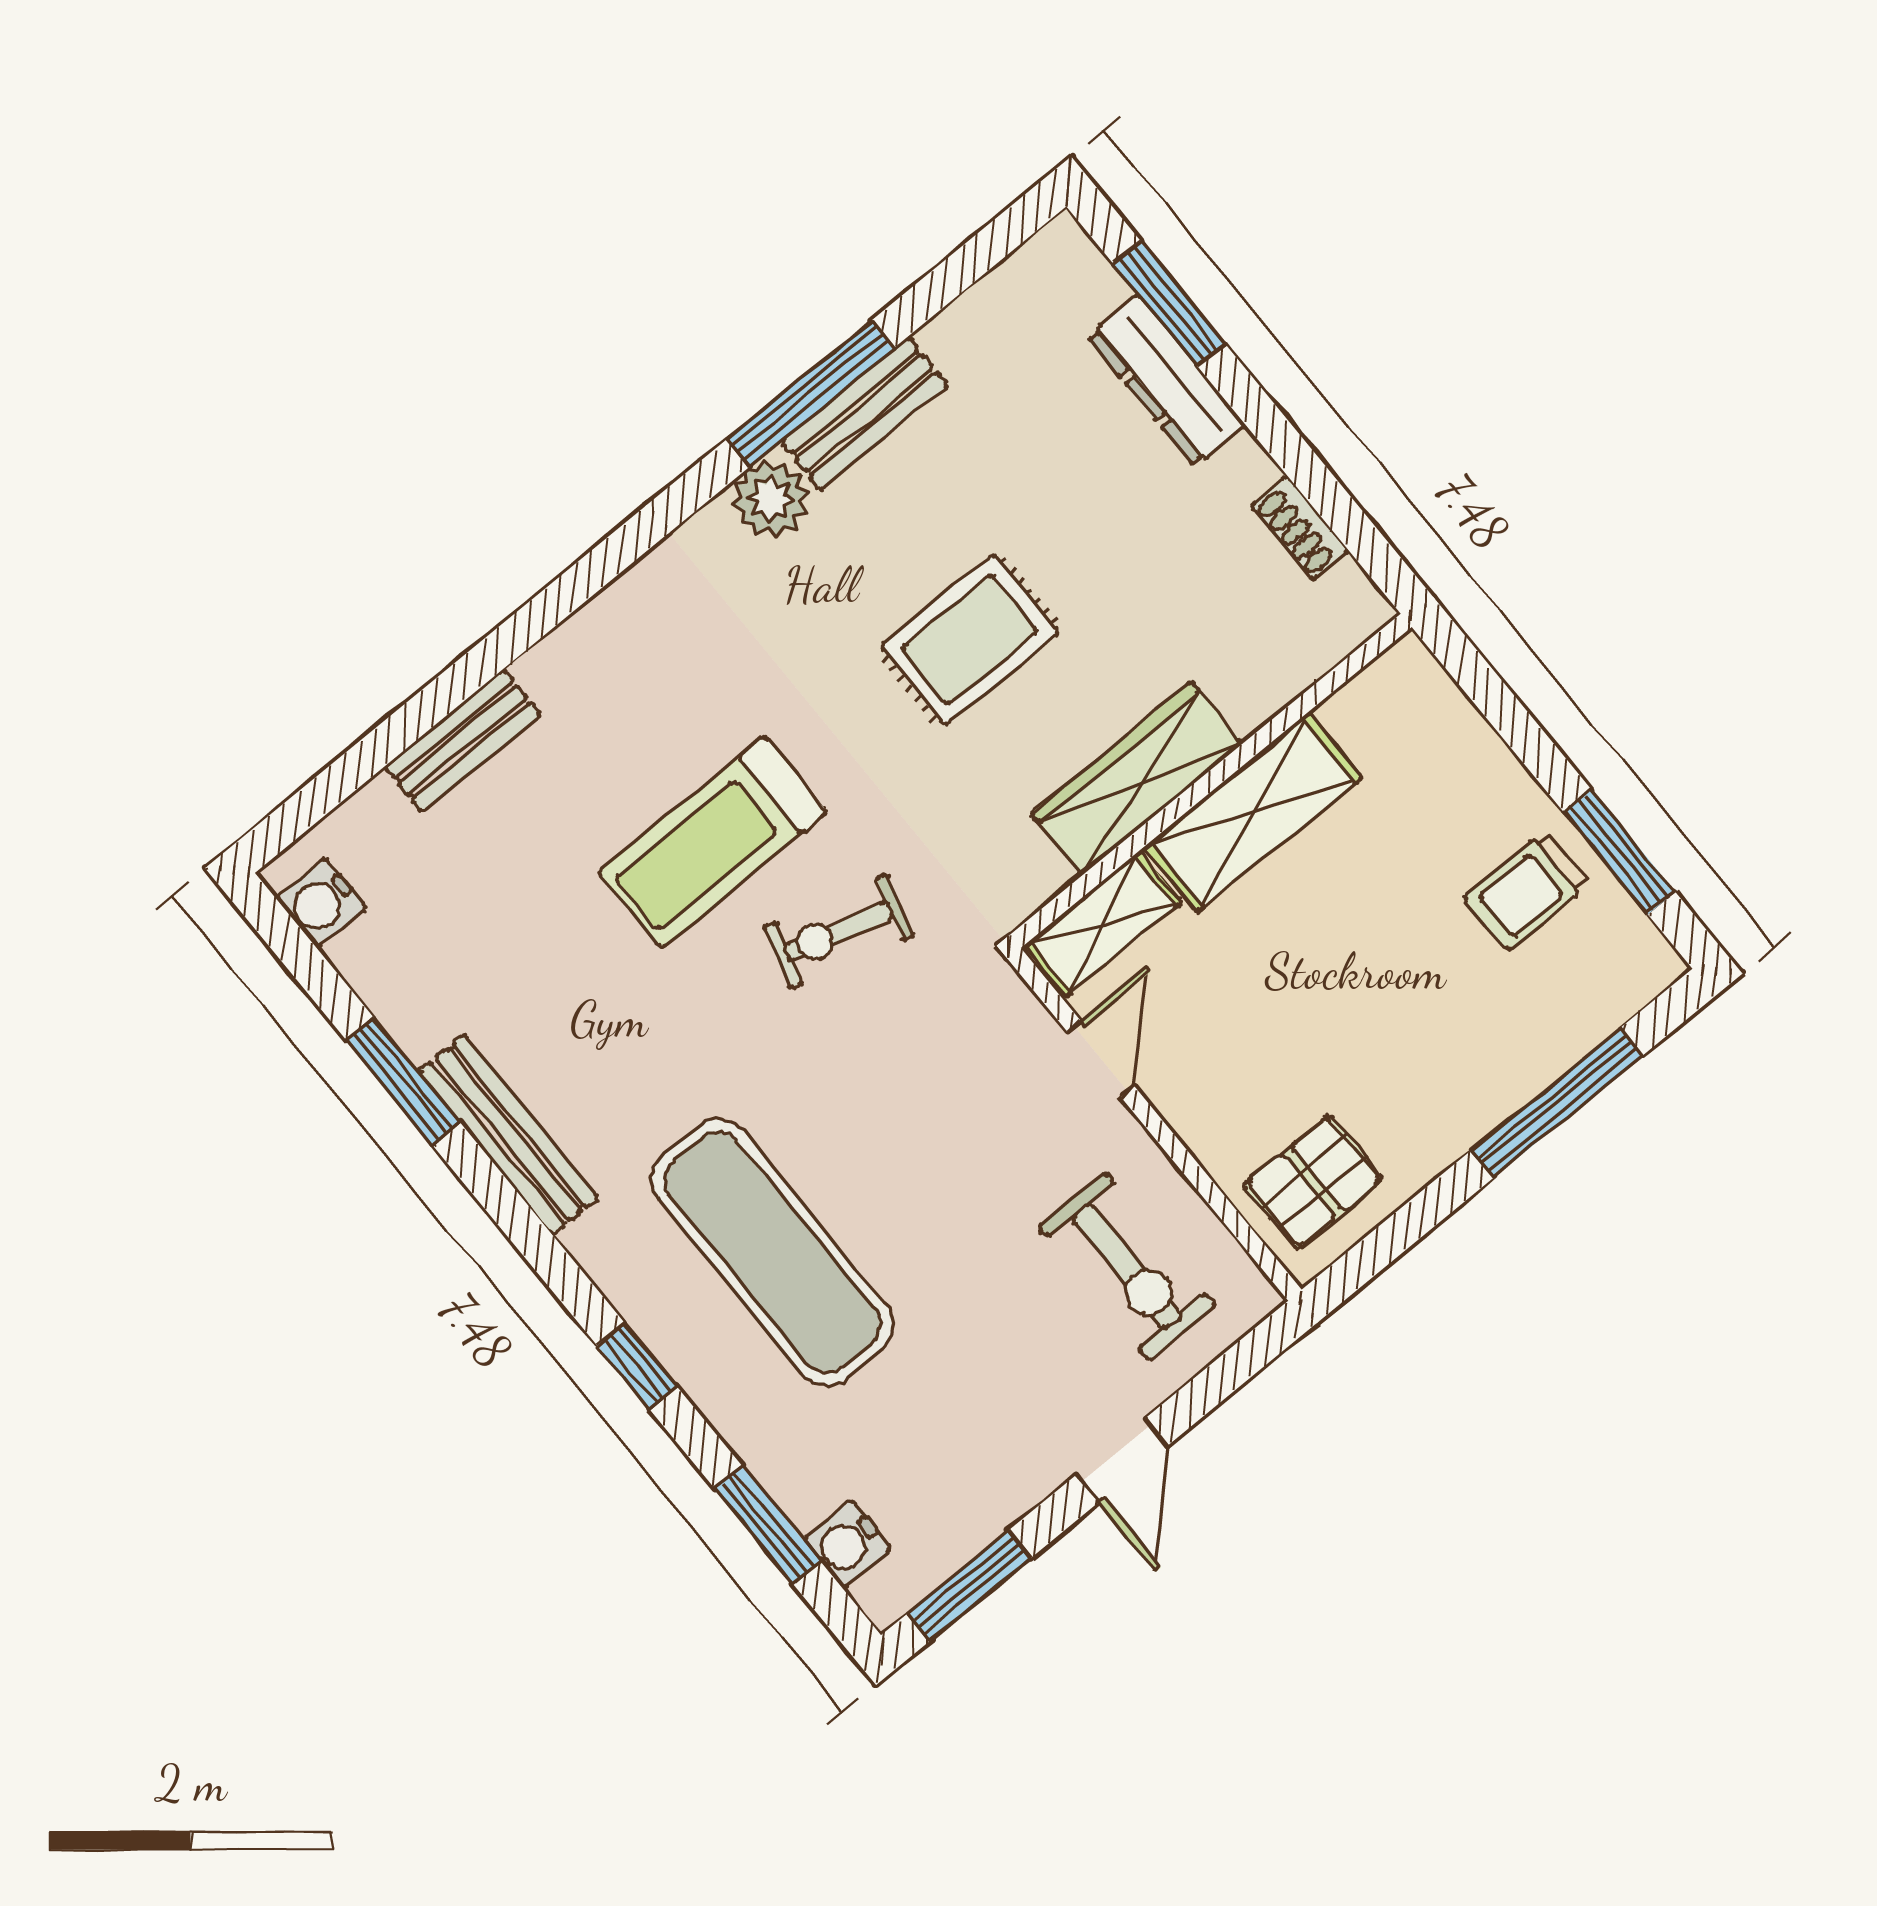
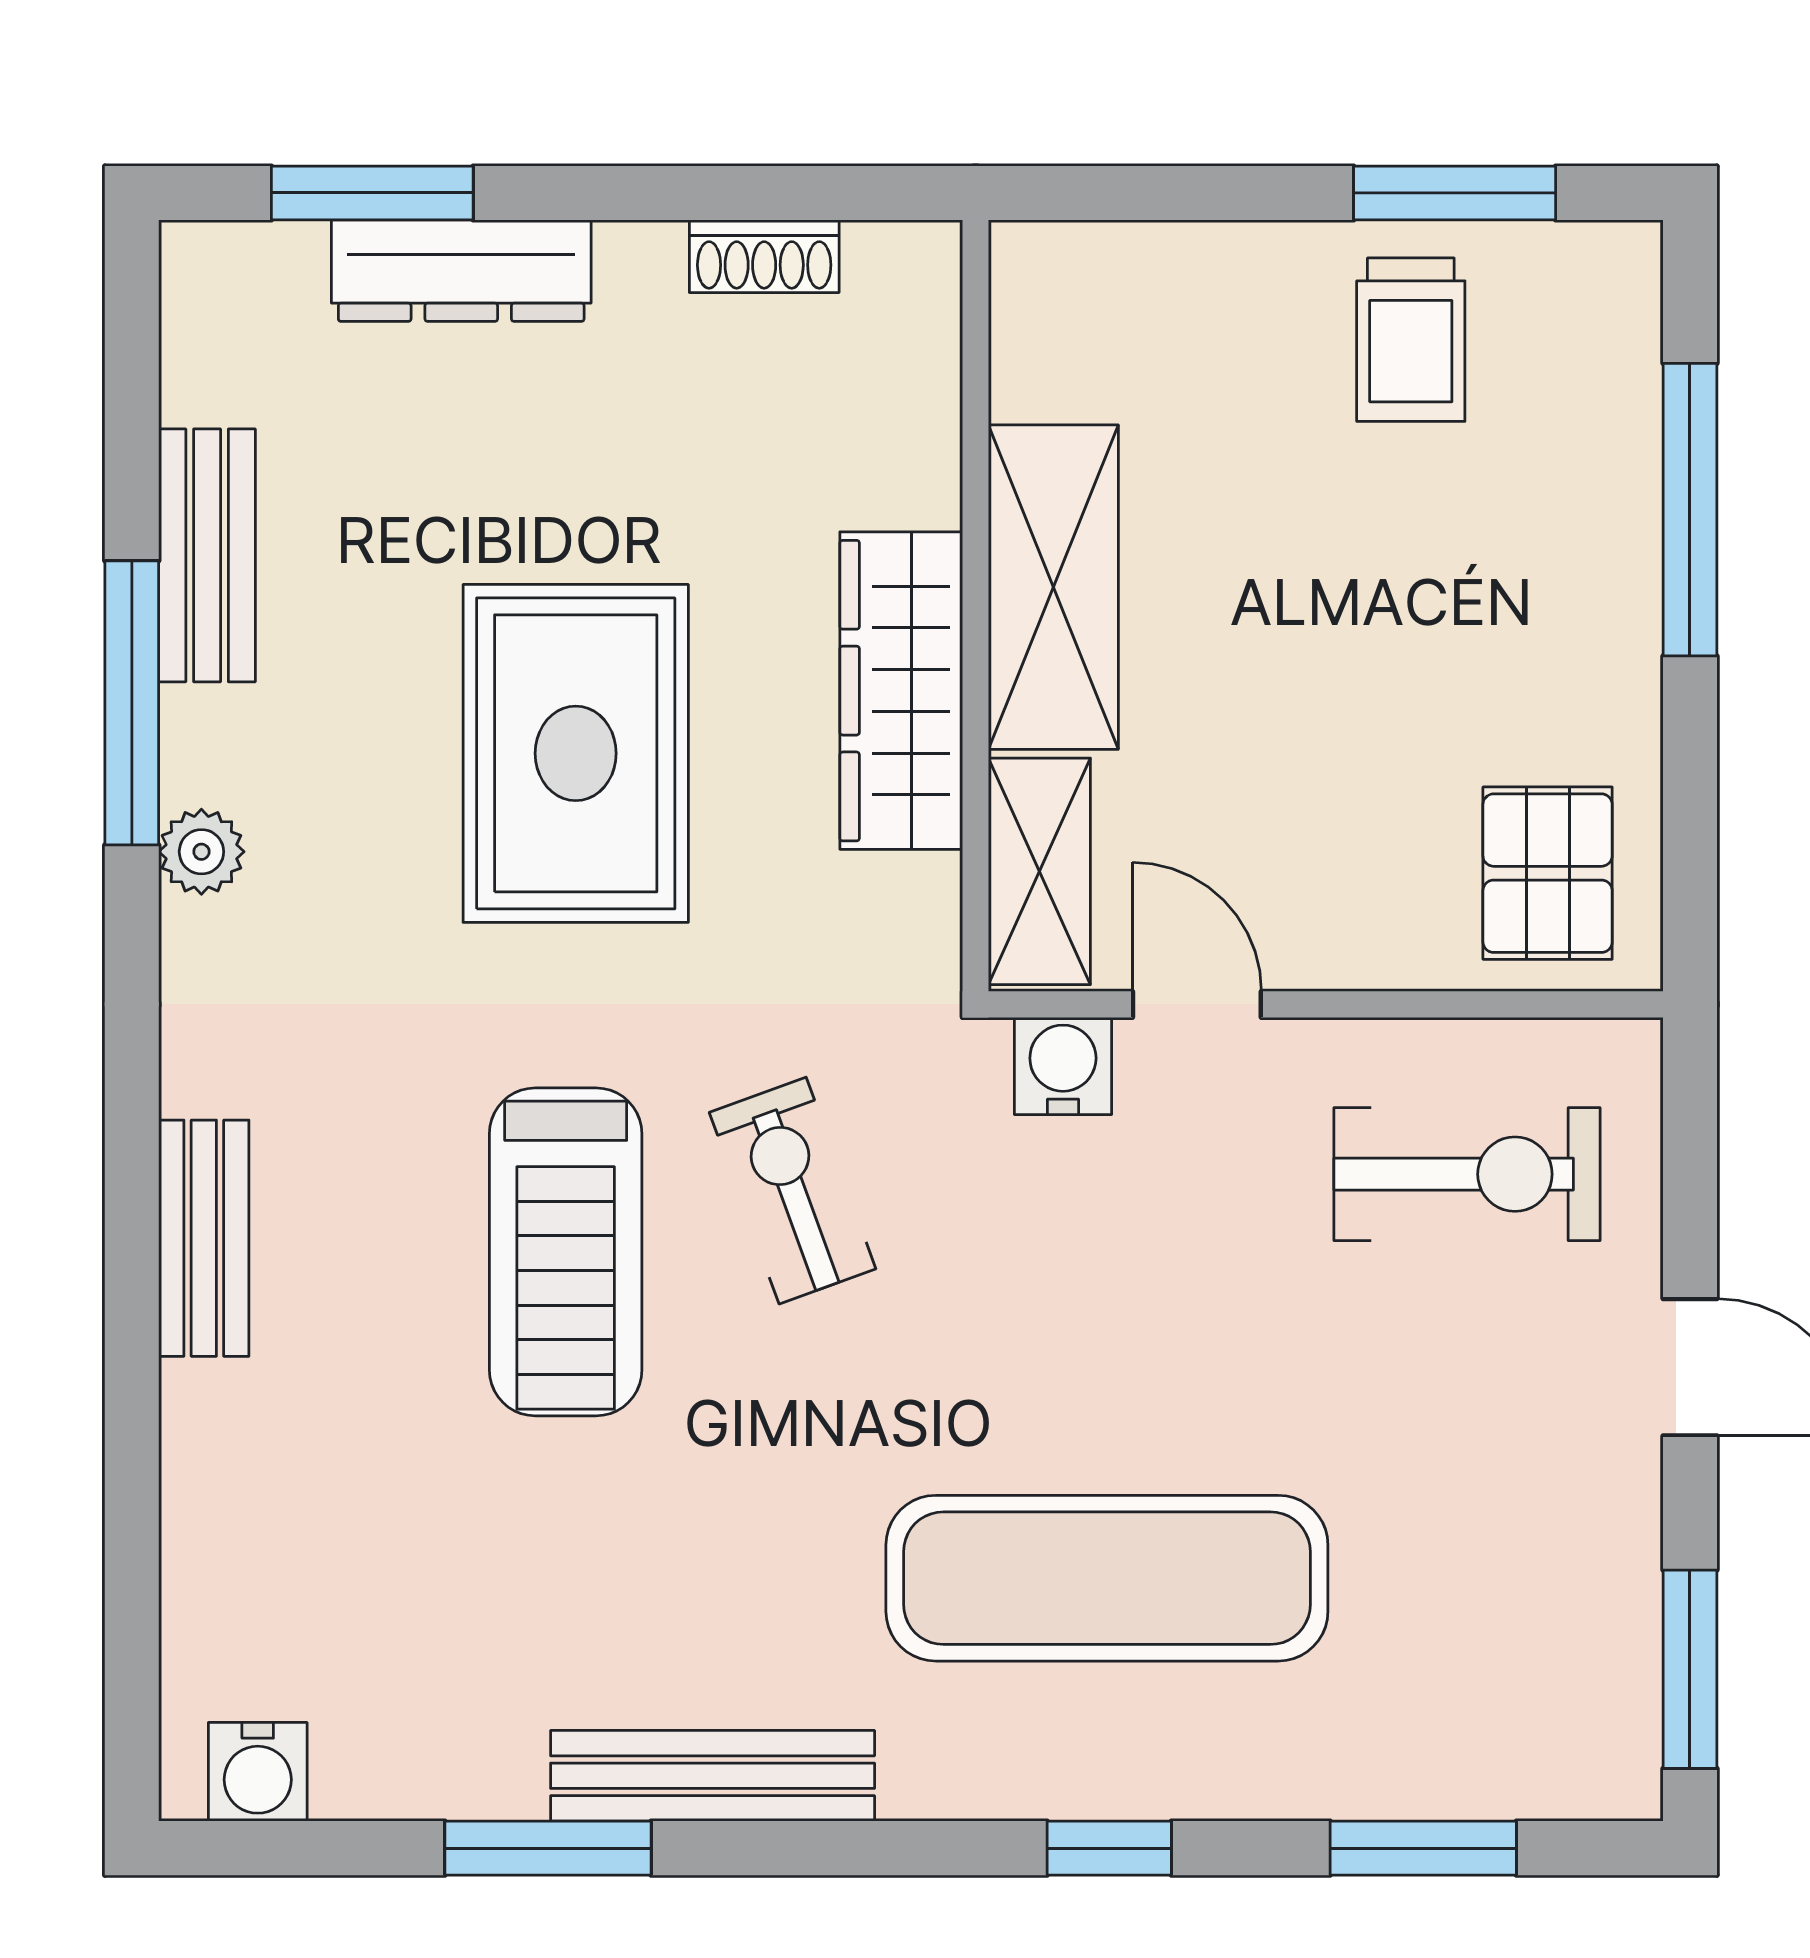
bench: (864, 413) -> (207, 555), moved
plant: (771, 499) -> (201, 852), width x0.73, depth x0.73
rug: (969, 640) -> (576, 753), width x1.36, depth x1.43
bench: (463, 741) -> (204, 1238), moved
exercise bike: (838, 932) -> (793, 1191), turned 144
water cooler: (847, 1544) -> (1063, 1066), moved, turned 180

